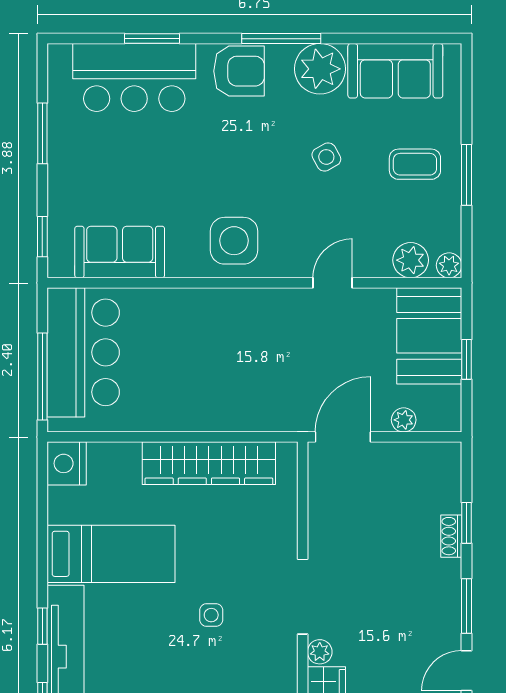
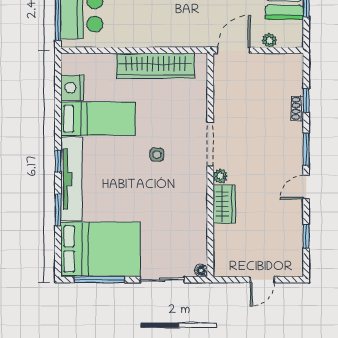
nightstand: (67, 463) -> (72, 88), moved

